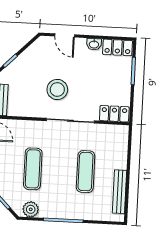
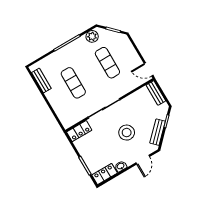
door: (65, 35) -> (143, 160), swing flipped
bench: (28, 55) -> (158, 132), added
stool: (57, 90) -> (127, 133), moved
bench: (120, 192) -> (41, 81), width x0.73

